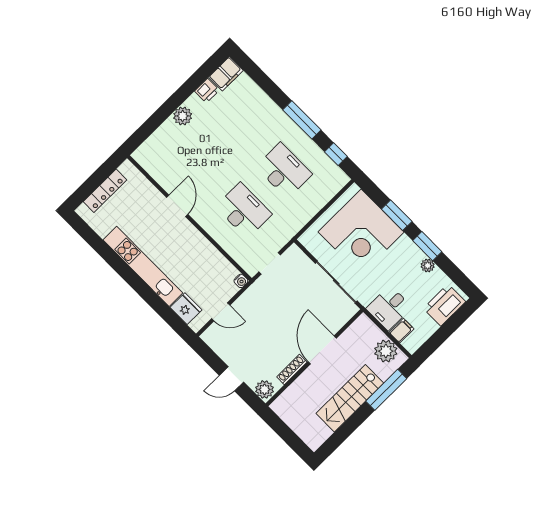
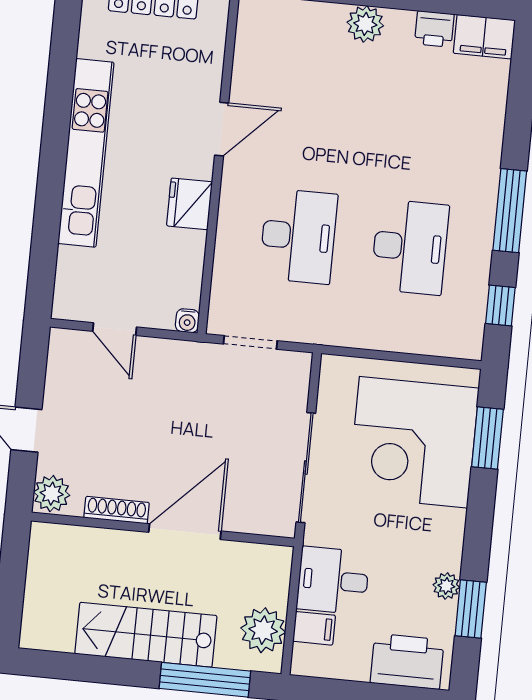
window: (397, 215) -> (487, 438), moved
window: (427, 246) -> (471, 609), moved
fridge: (186, 309) -> (190, 204), moved, turned 180

